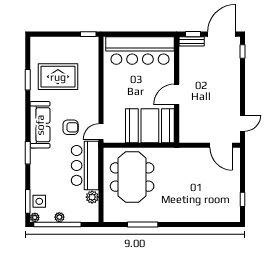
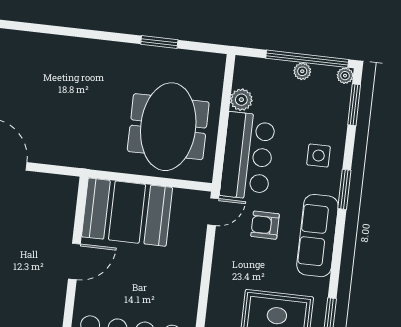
side table: (39, 201) -> (319, 156), moved
window: (143, 225) -> (159, 42), width x0.69

